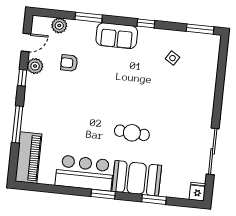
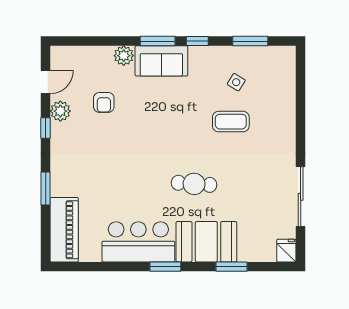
window: (89, 17) -> (158, 41), moved
plant: (59, 26) -> (124, 56), moved
window: (200, 29) -> (250, 41), moved
armchair: (69, 63) -> (104, 102), turned -90
coffee table: (165, 88) -> (231, 122), added
window: (17, 124) -> (46, 189), width x0.69

